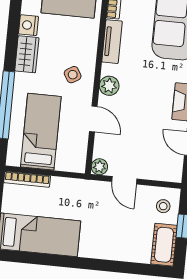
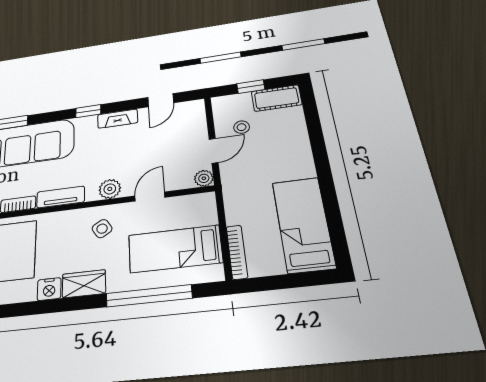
stool: (163, 206) -> (242, 127), moved

